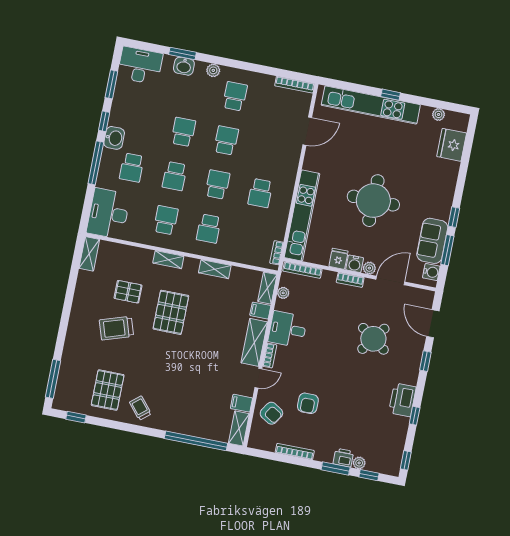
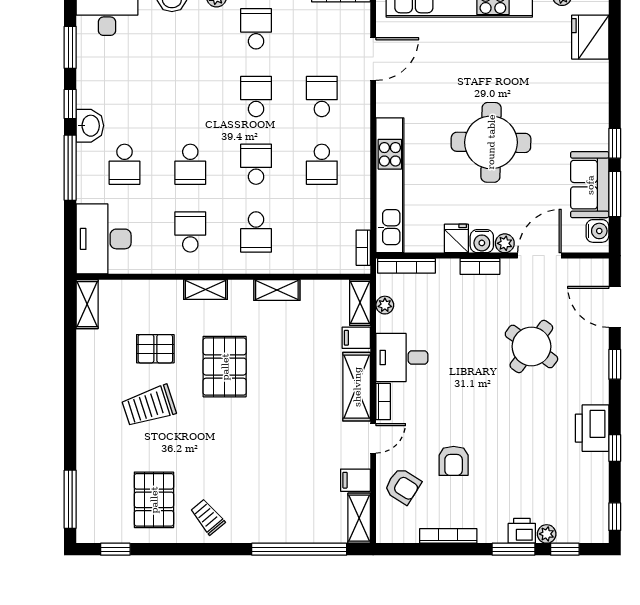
school desk: (183, 132) -> (322, 97), moved

